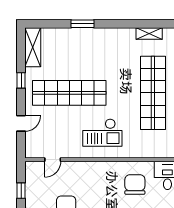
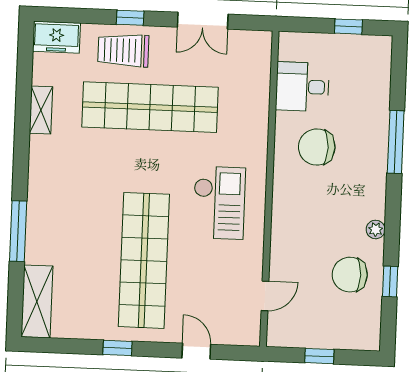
window: (83, 24) -> (18, 231), width x1.44
shelving: (33, 47) -> (37, 301), moved, turned 90
door: (53, 160) -> (265, 296), hinge flipped

